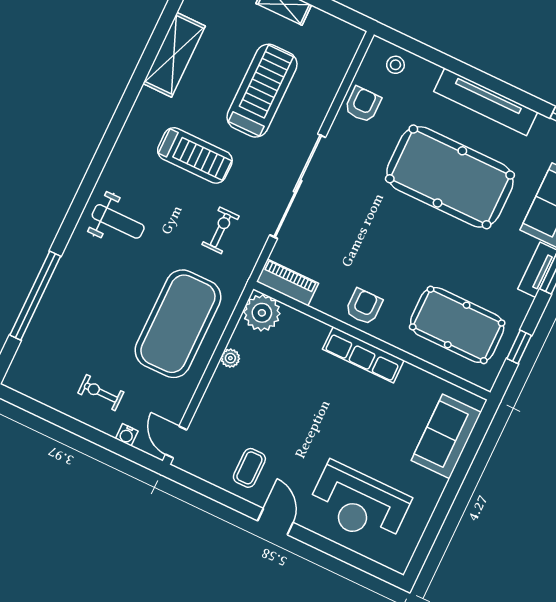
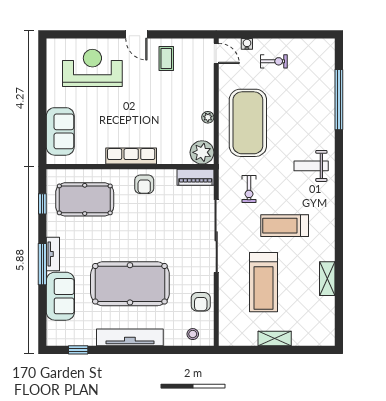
shelving: (174, 55) -> (327, 279), width x0.67, depth x0.75

